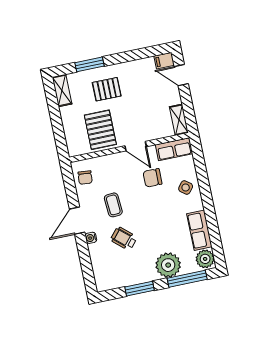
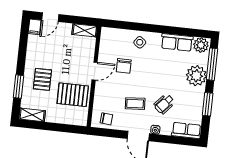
row of seats: (174, 149) -> (186, 130), moved, turned -90

